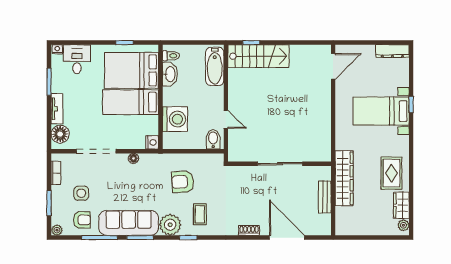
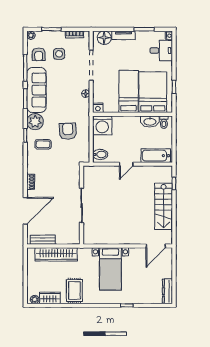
stairs: (259, 56) -> (164, 206), moved
door: (333, 66) -> (156, 246), hinge flipped
bed with nightstands: (381, 111) -> (110, 269), moved, turned 180
washing machine: (175, 119) -> (102, 125), moved
door: (226, 119) -> (126, 164), moved
rug: (392, 173) -> (74, 290), turned 90
wardrobe: (344, 178) -> (56, 254), moved
bench: (325, 197) -> (43, 240), moved

